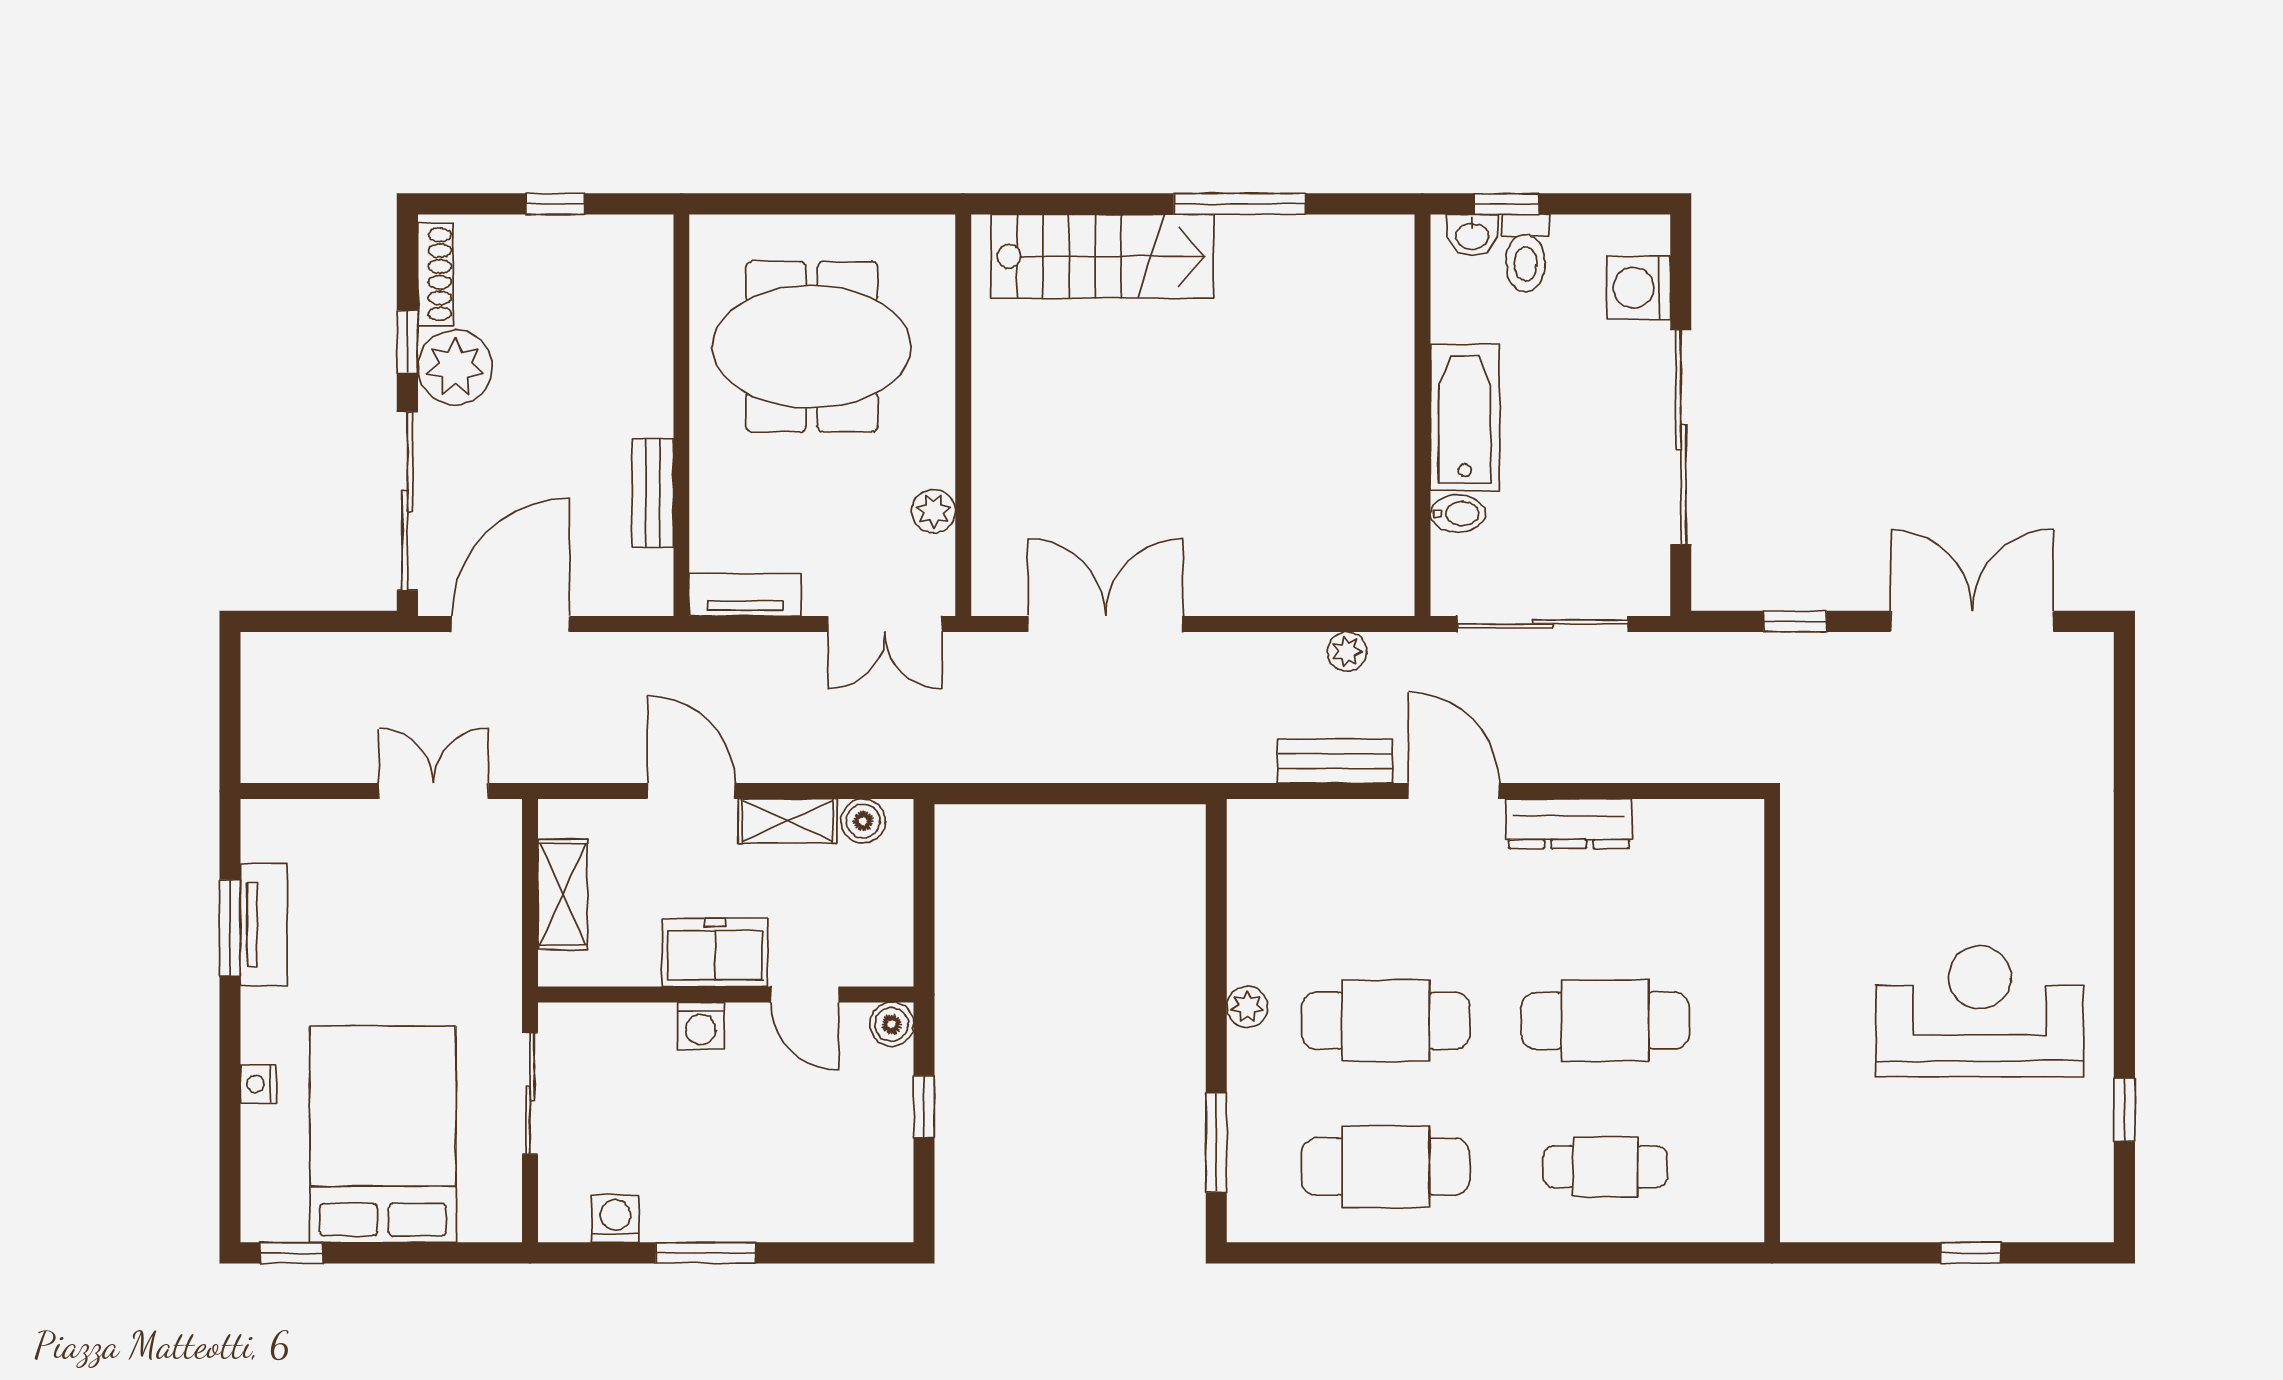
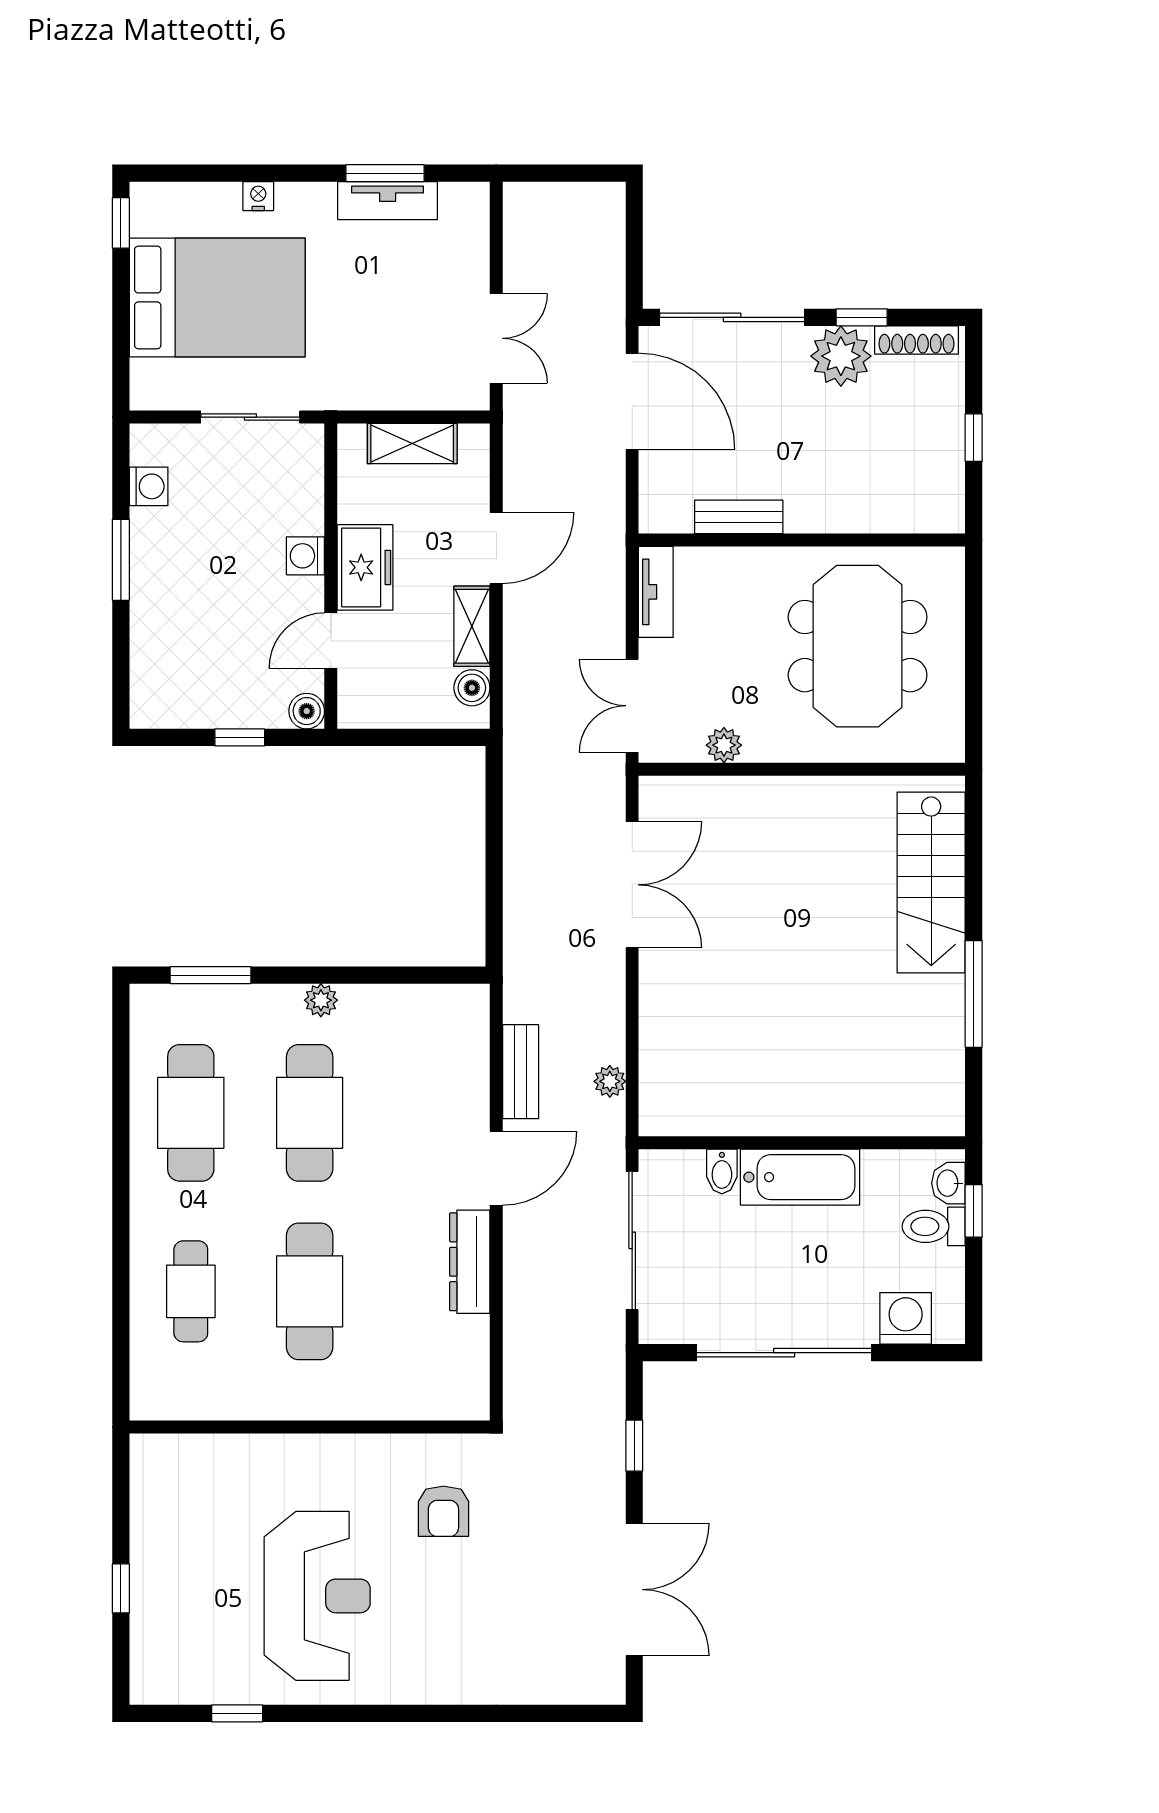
armchair: (1876, 856) -> (443, 1511), added

